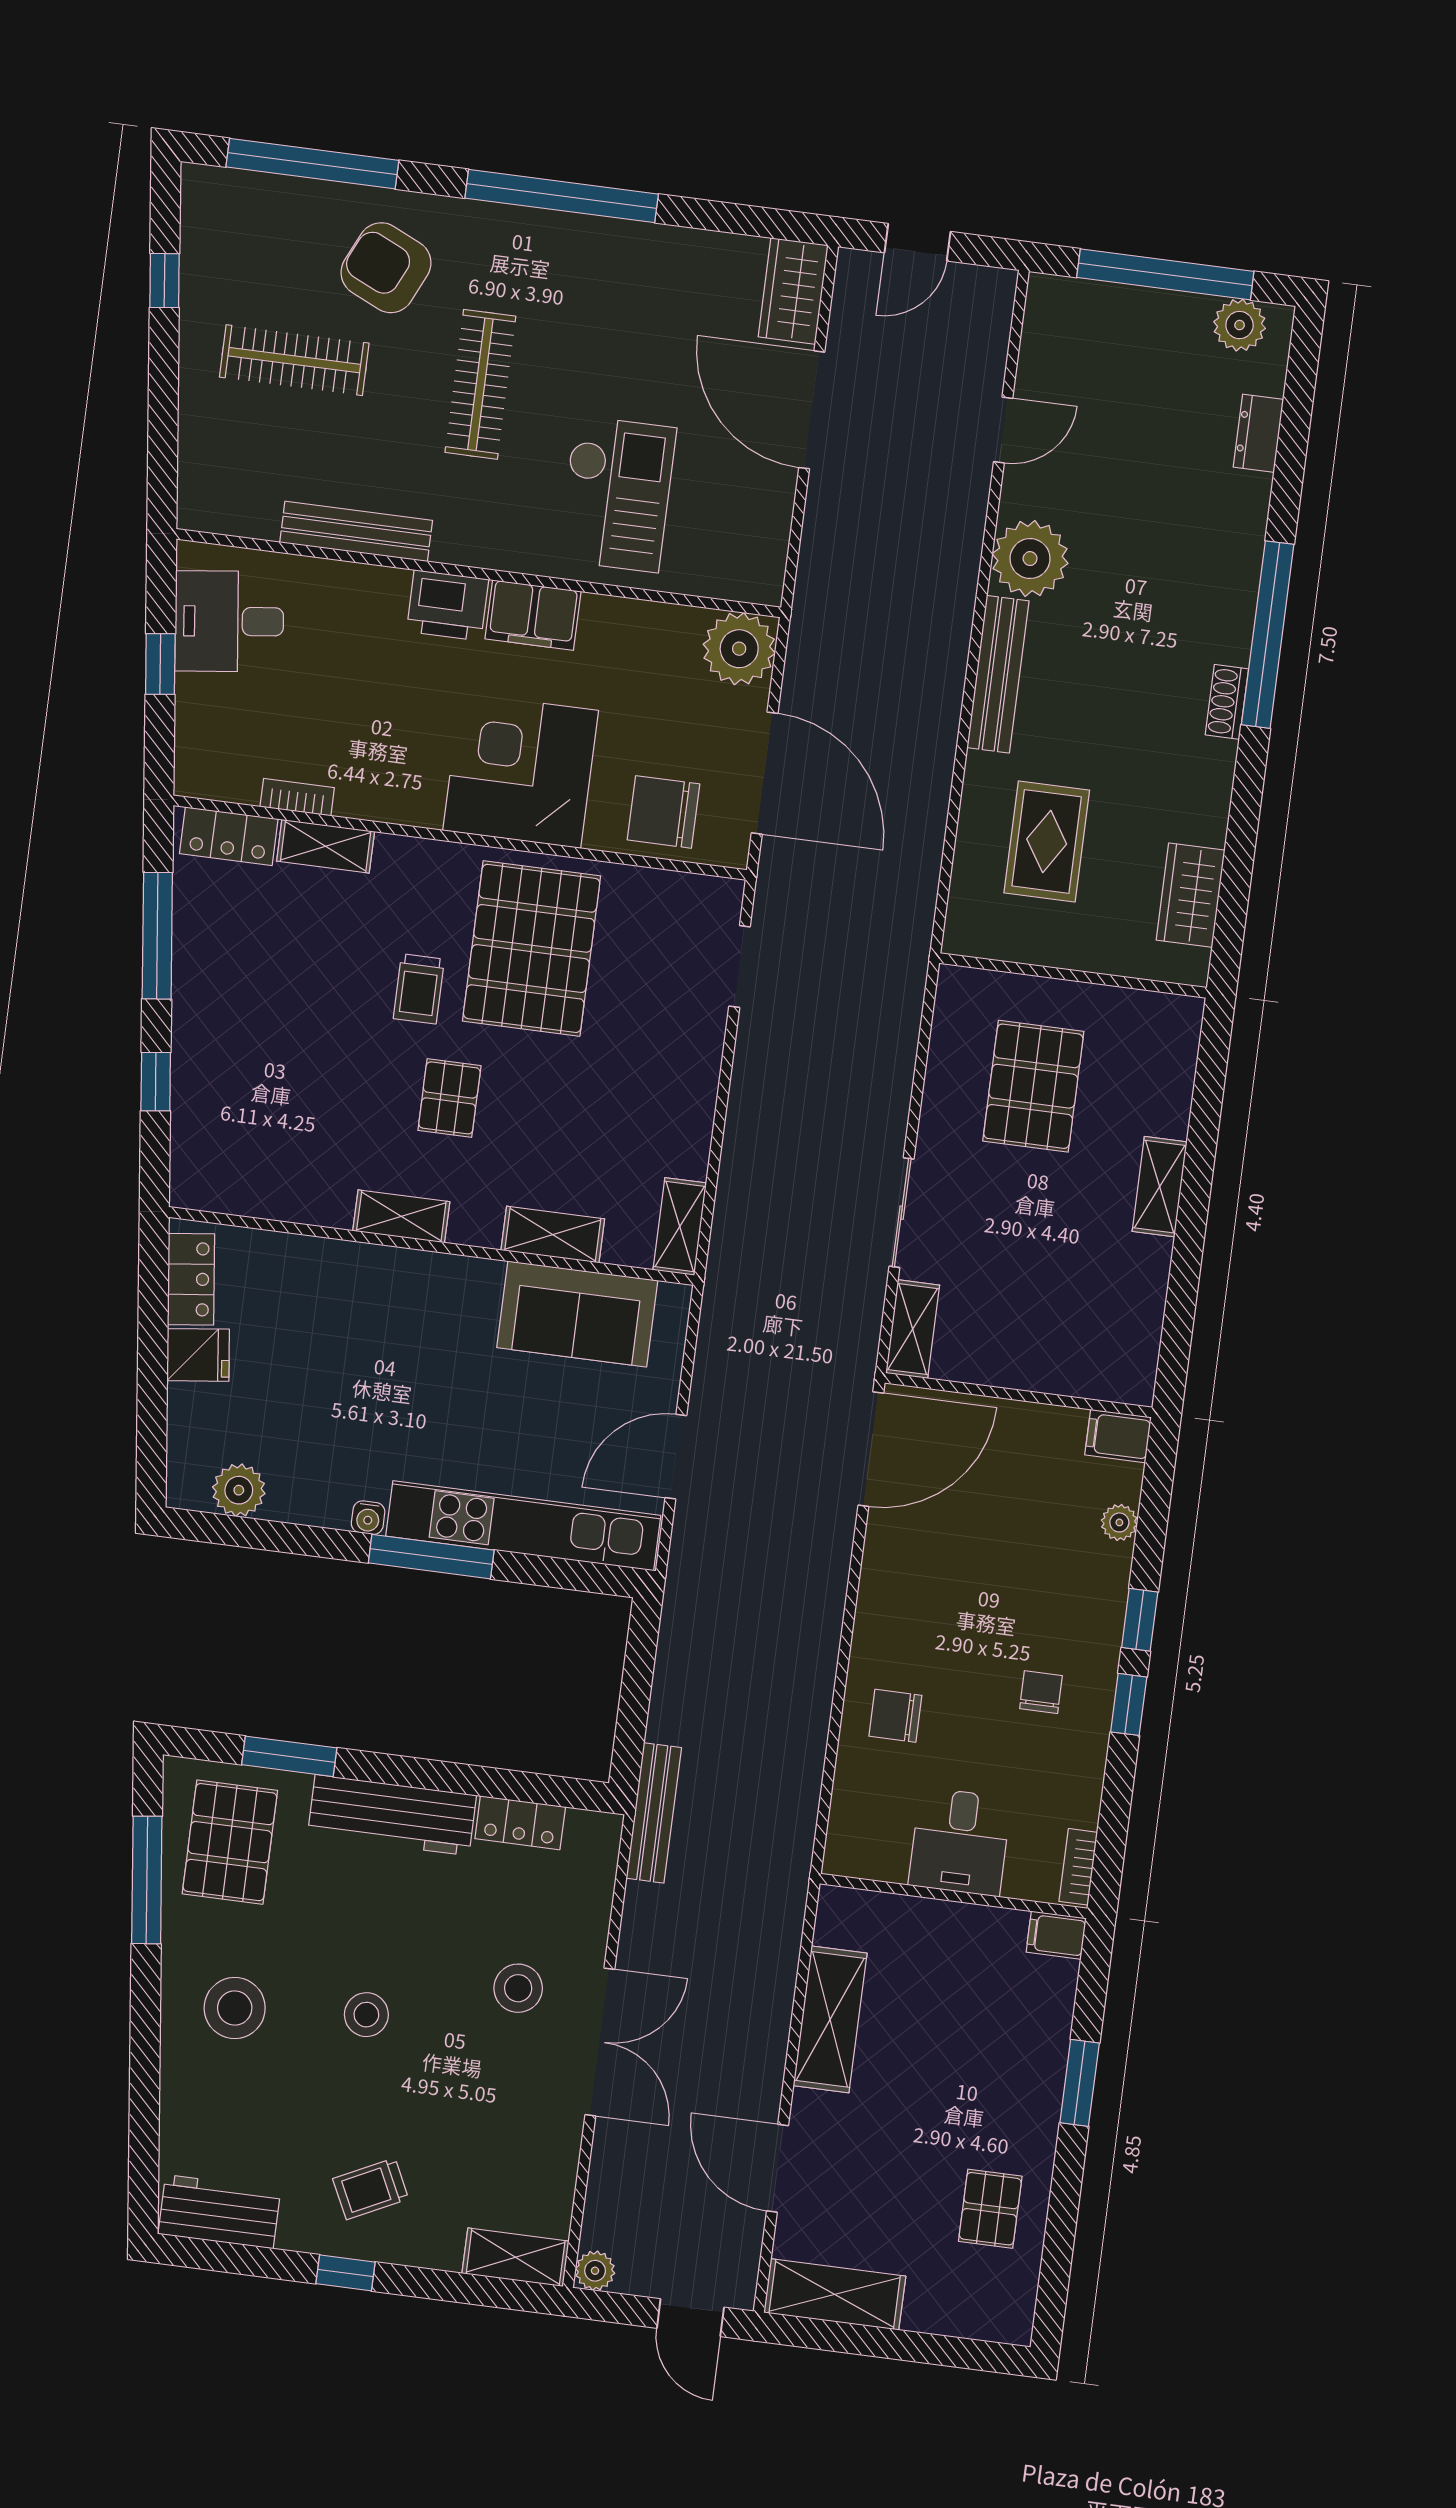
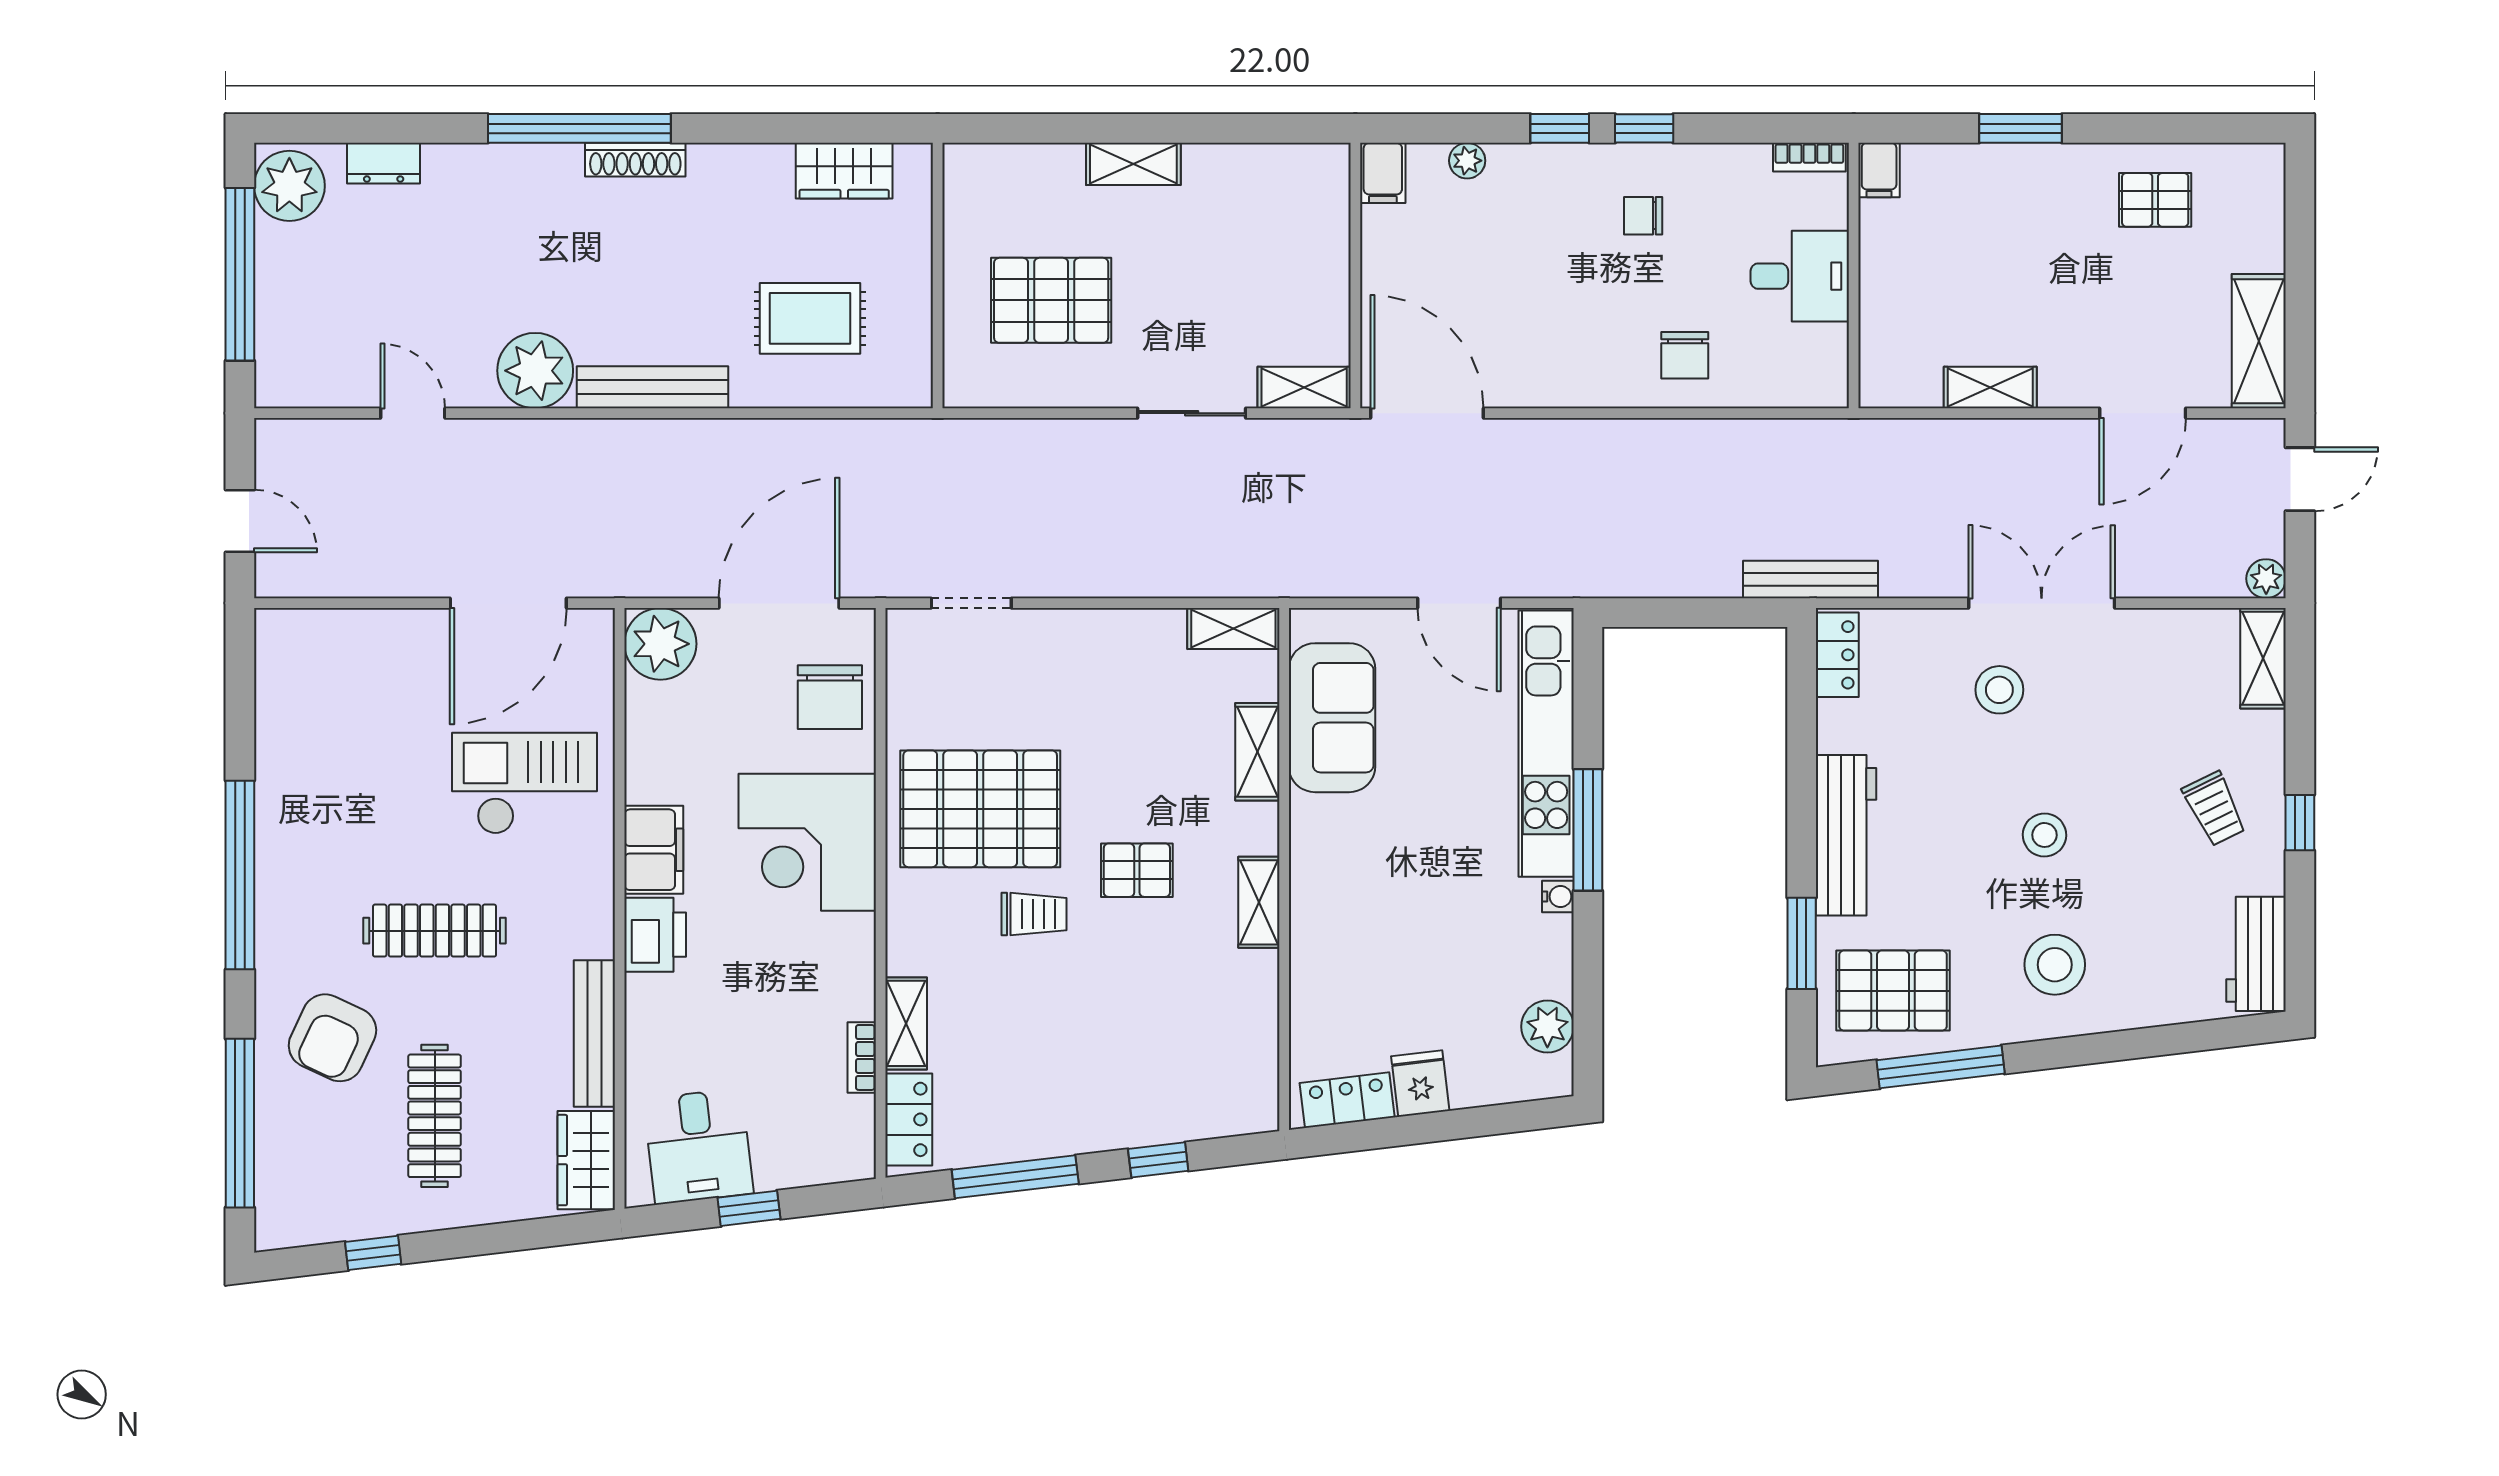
wardrobe: (793, 291) -> (586, 1160), moved, turned 90
plant: (1240, 325) -> (289, 186), width x1.36, depth x1.36
door: (812, 410) -> (508, 603), moved
shoe rack: (1227, 702) -> (635, 160), width x1.43
locker: (520, 1823) -> (1837, 655), moved
shelving: (830, 2019) -> (1990, 388), width x0.67, depth x0.75

